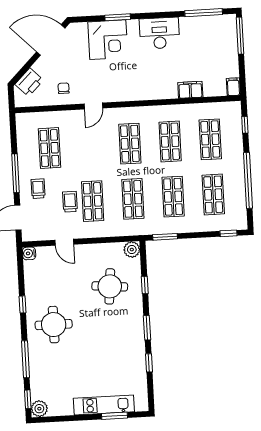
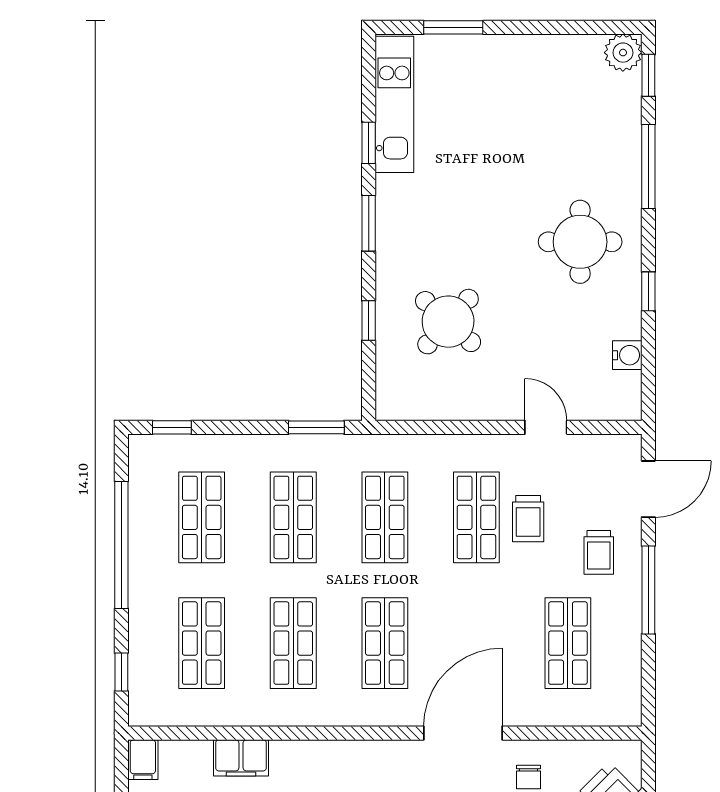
door: (93, 106) -> (463, 733), width x1.87
plant: (132, 250) -> (393, 402), removed
water cooler: (29, 253) -> (627, 355), moved
round table: (110, 286) -> (448, 322), turned 37
kitchen unit: (104, 405) -> (394, 104), moved, turned -90

